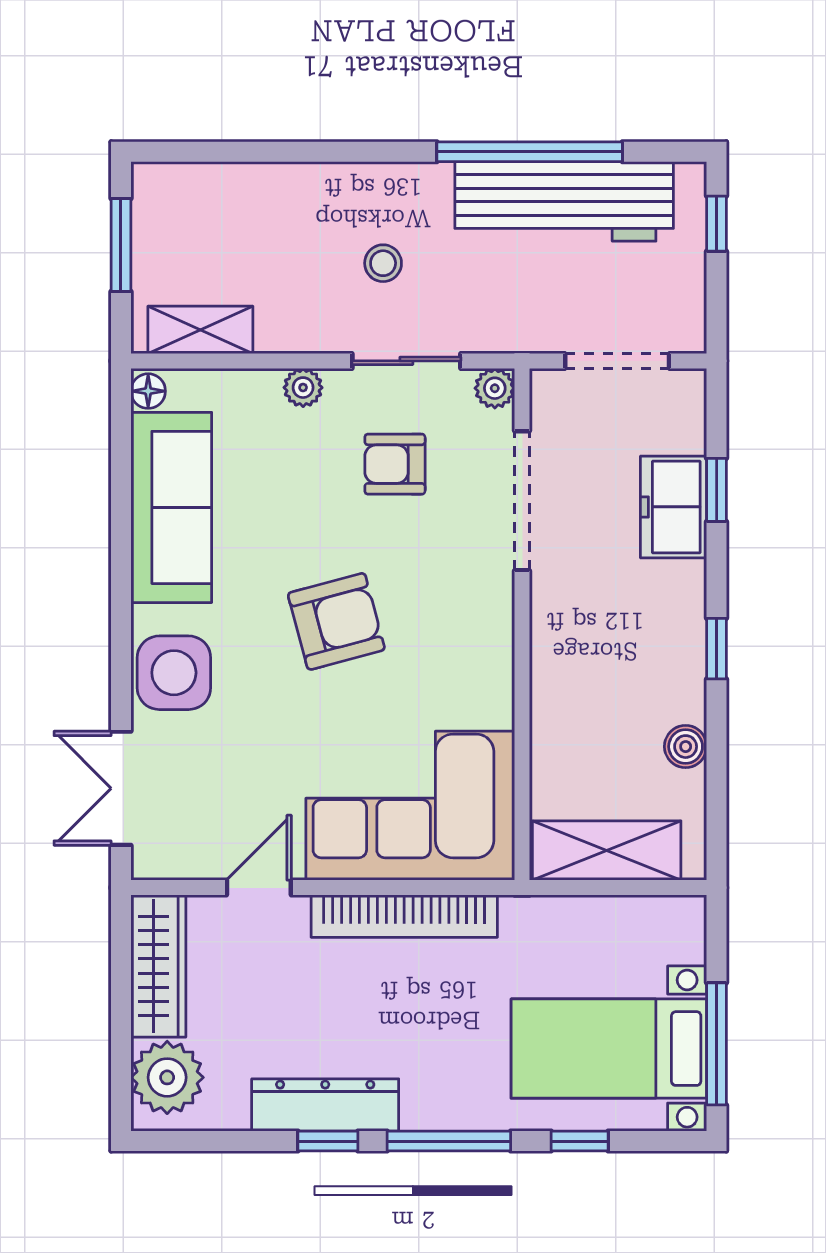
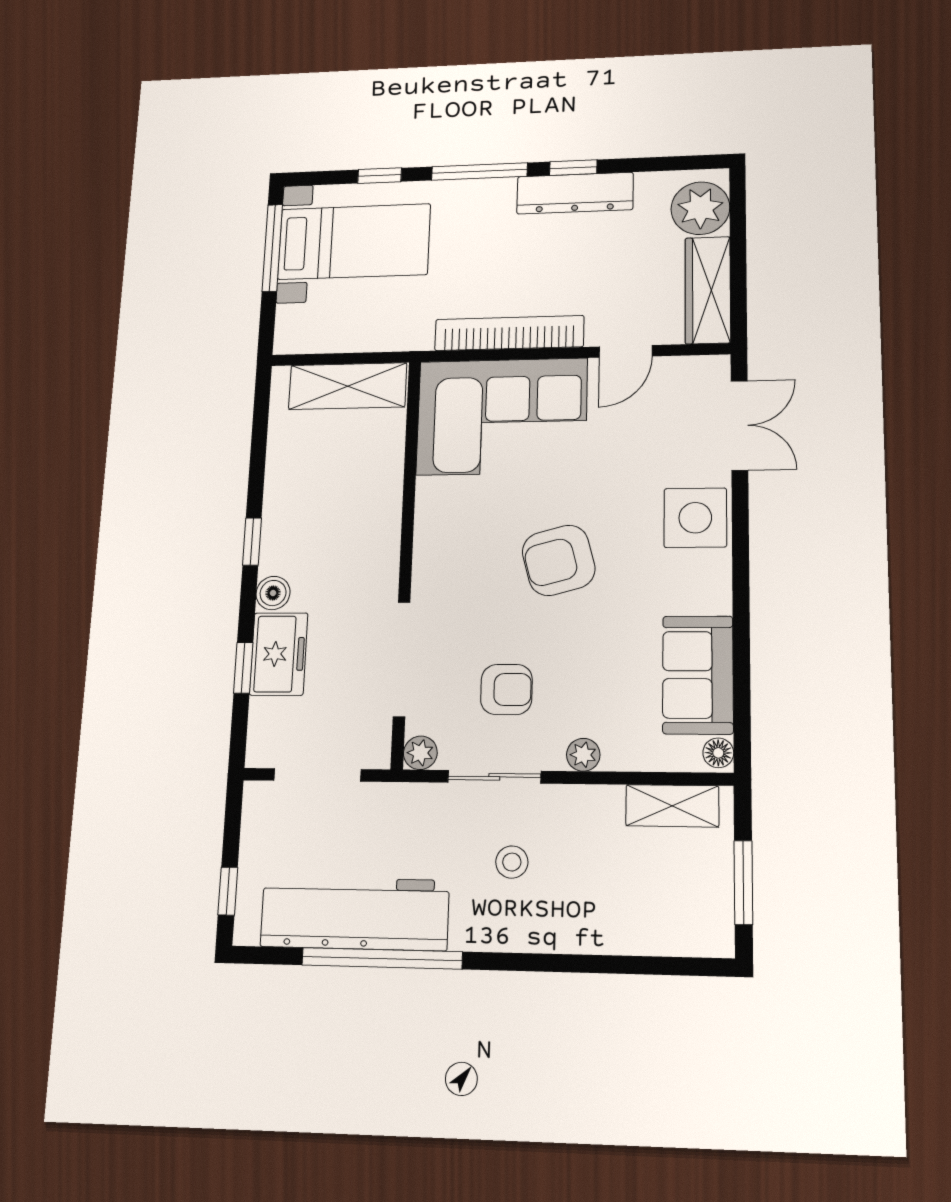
sofa: (171, 507) -> (698, 675), width x0.73
boiler: (686, 747) -> (273, 593), moved

